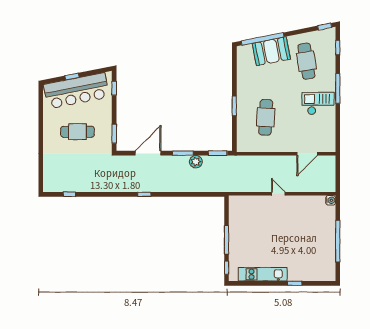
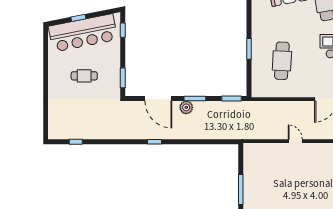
cafe table: (78, 132) -> (84, 76), width x0.73, depth x0.74
door: (148, 153) -> (158, 98), swing flipped
plant: (196, 162) -> (186, 107), moved

